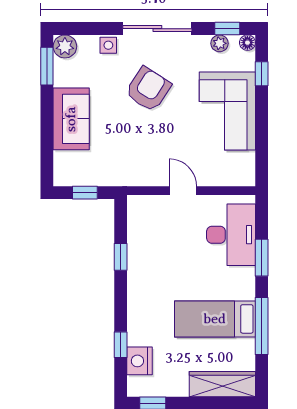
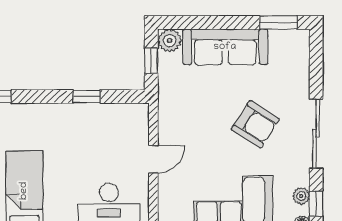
side table: (108, 45) -> (299, 84), removed
plant: (65, 46) -> (170, 41), moved
sofa: (71, 119) -> (225, 47), width x1.36

